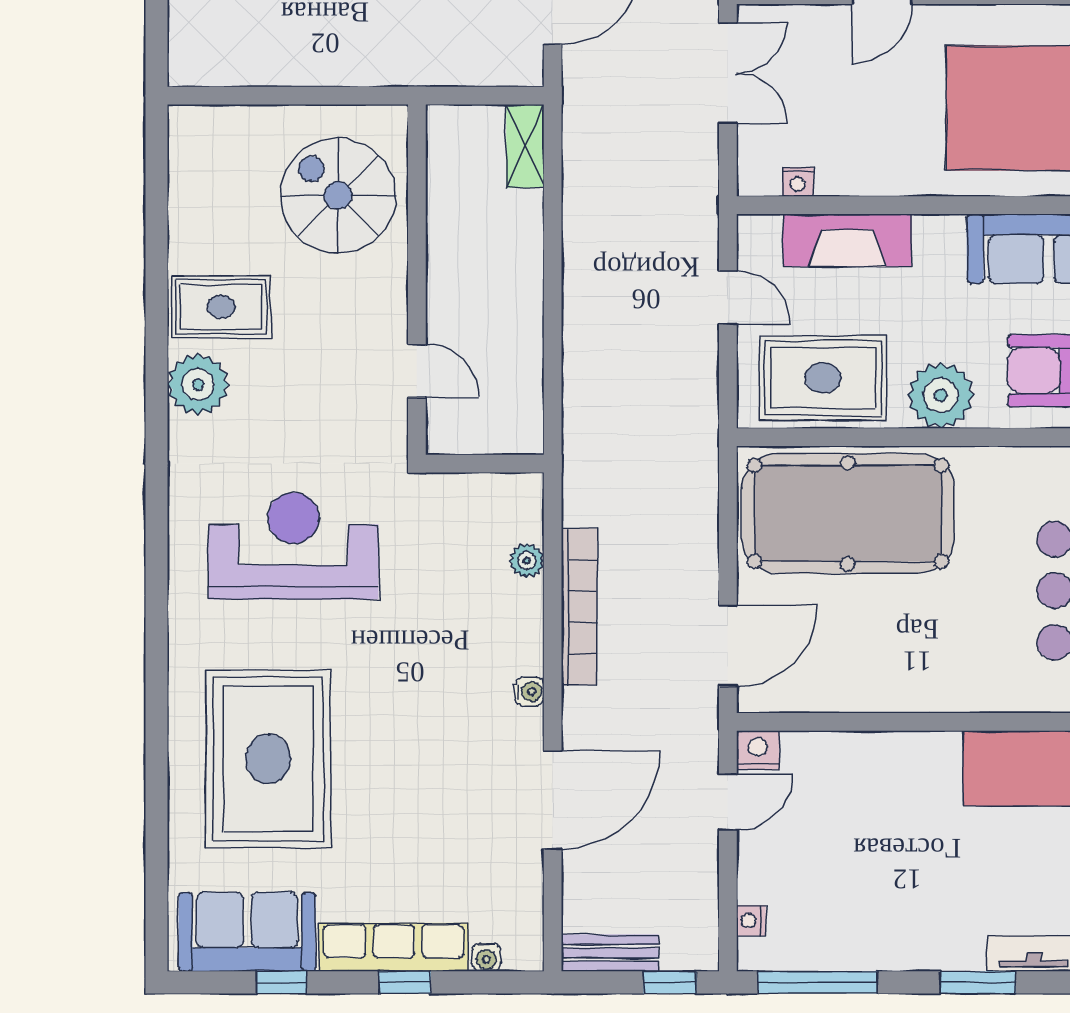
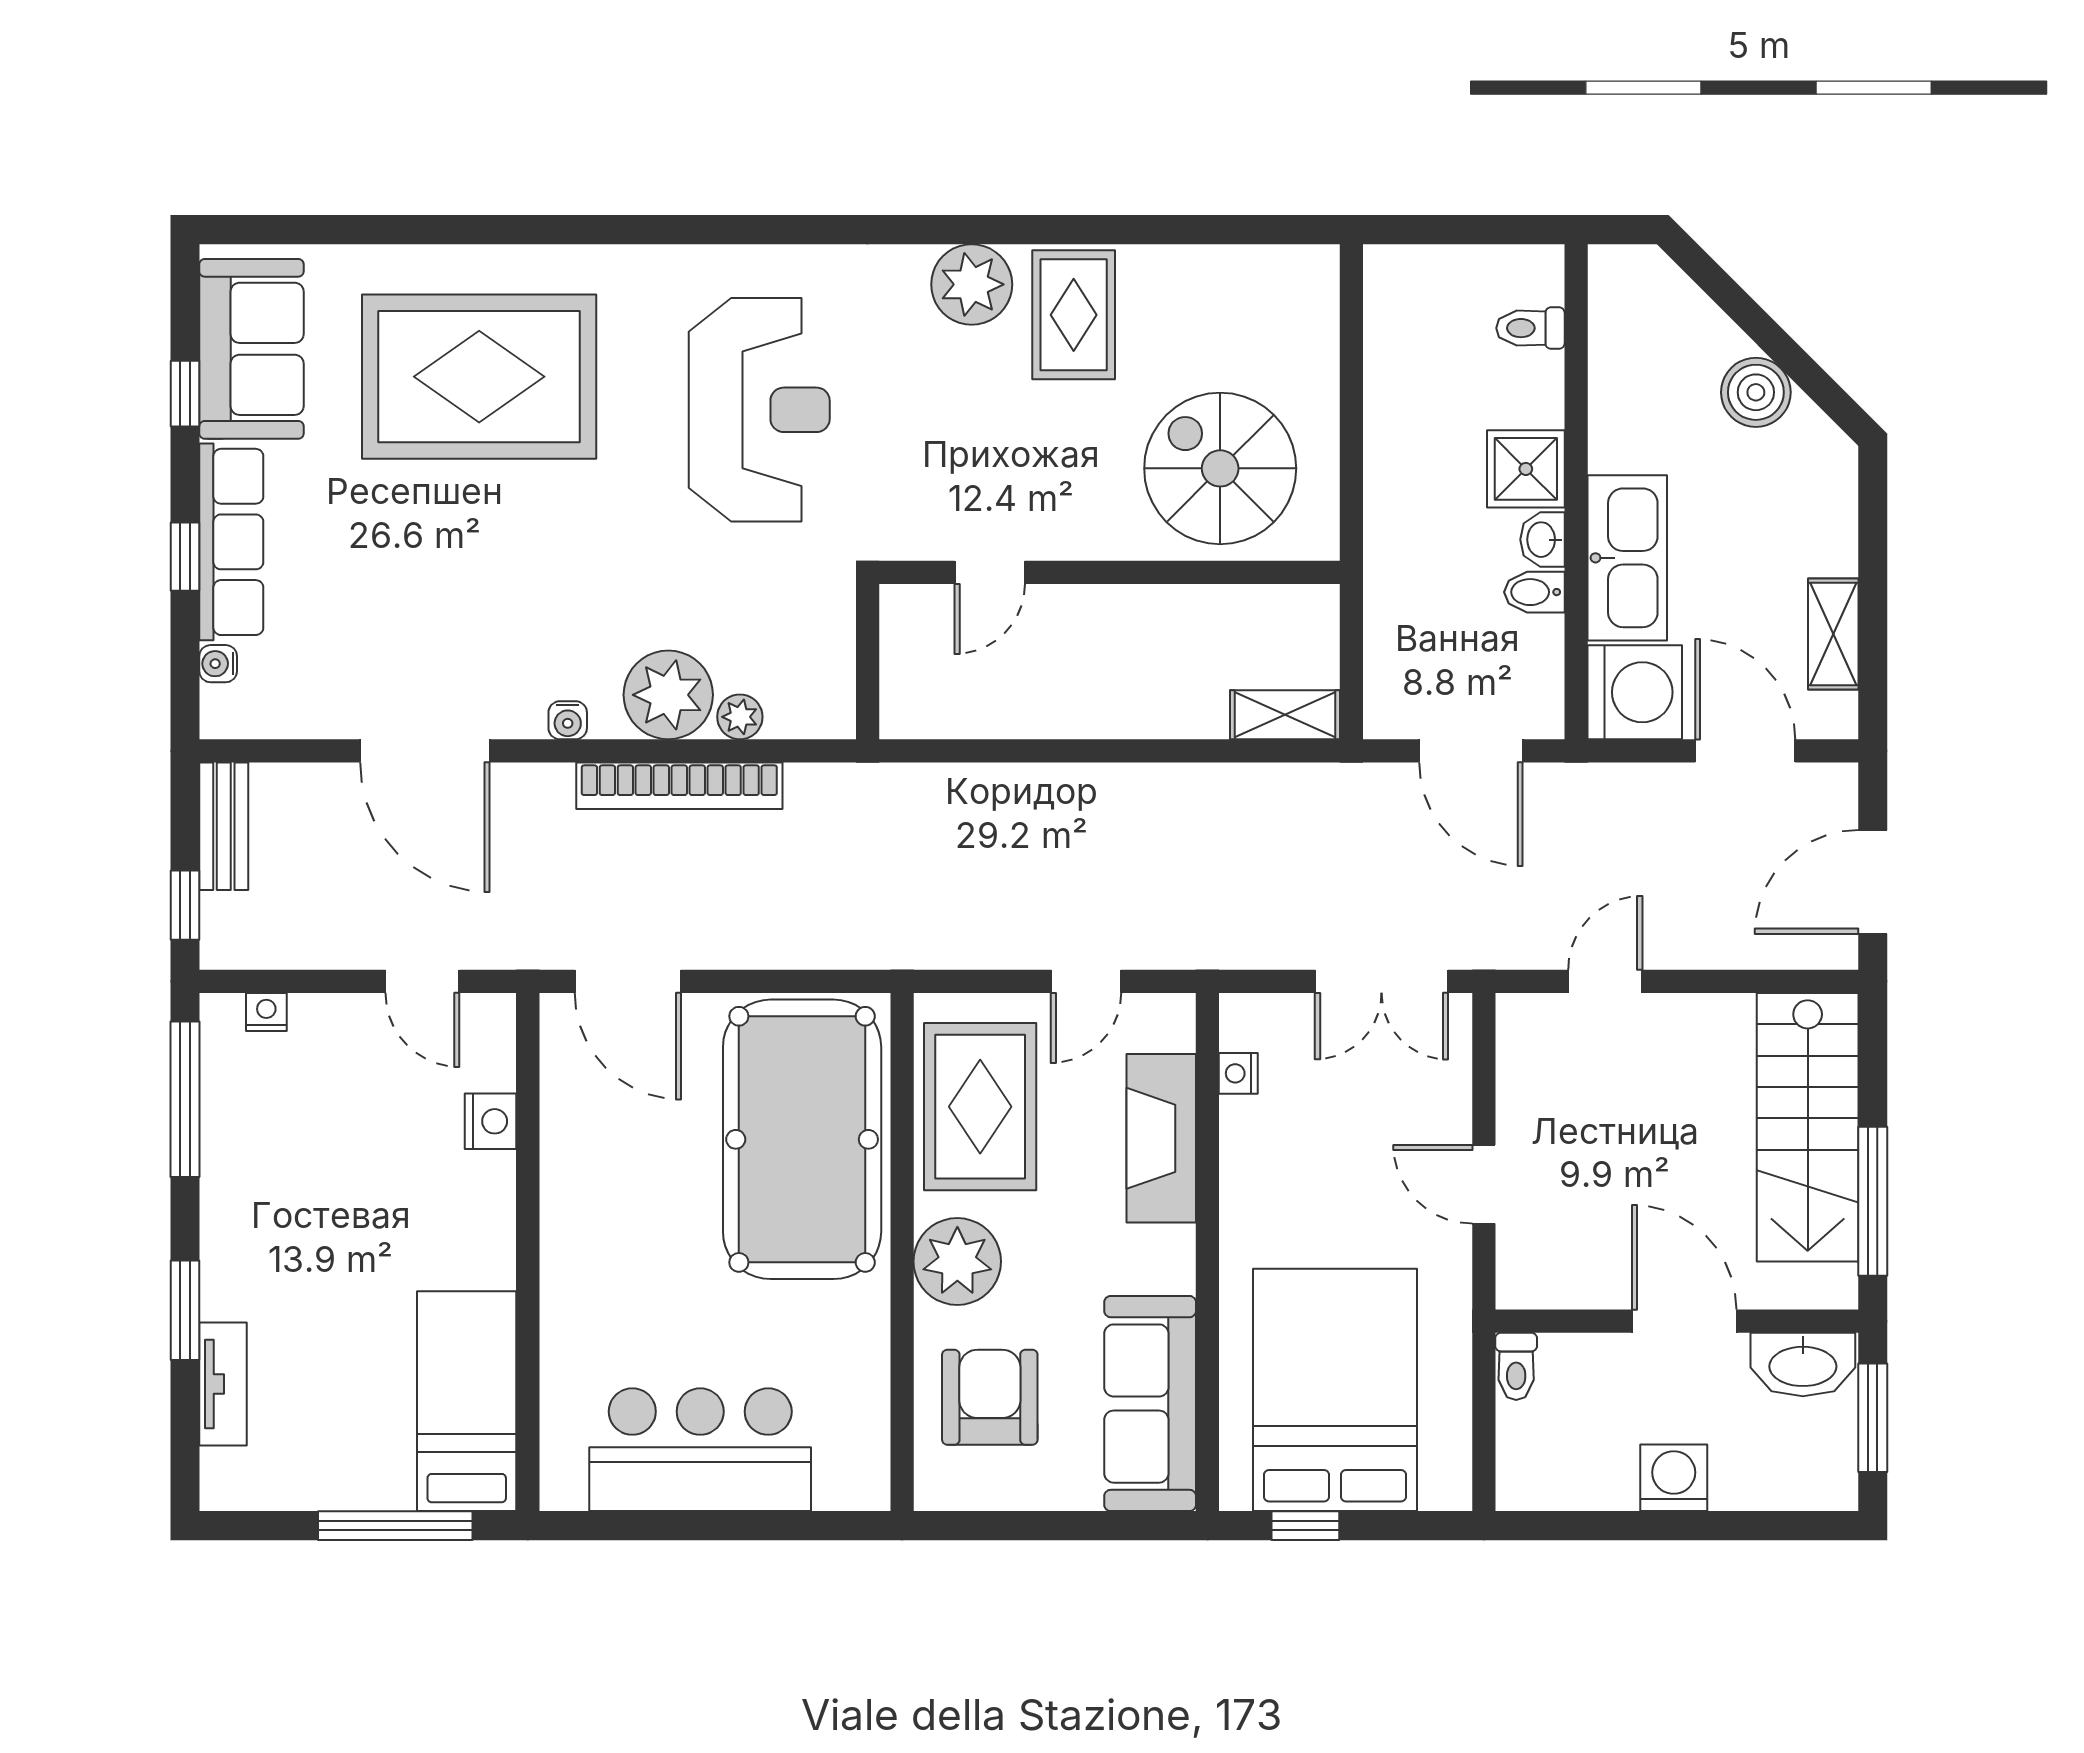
spiral stairs: (338, 195) -> (1220, 468), turned -90
plant: (510, 615) -> (668, 695), added
nightstand: (758, 750) -> (491, 1121), moved

